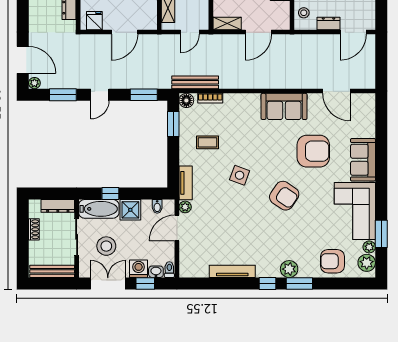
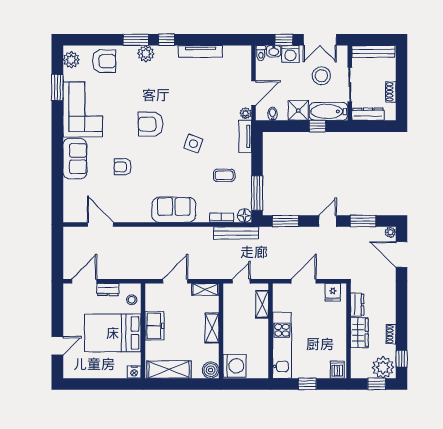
sofa: (284, 106) -> (174, 210), moved
window: (173, 124) -> (257, 193), width x1.44
armchair: (313, 151) -> (123, 167), width x0.53, depth x0.53
armchair: (284, 196) -> (151, 124), turned -34
plant: (369, 247) -> (69, 75), removed

